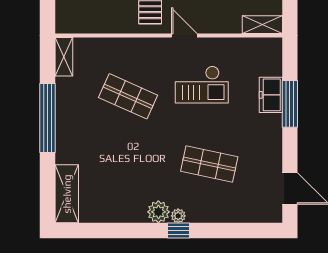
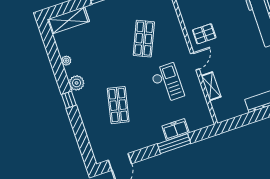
shelving: (262, 25) -> (211, 86), moved
checkout: (202, 85) -> (167, 83), turned 180
plant: (178, 216) -> (66, 61), moved

